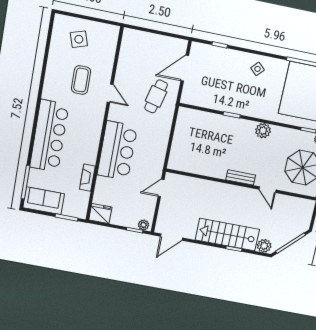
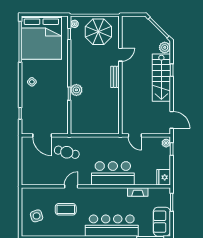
plant: (263, 131) -> (76, 90), moved

